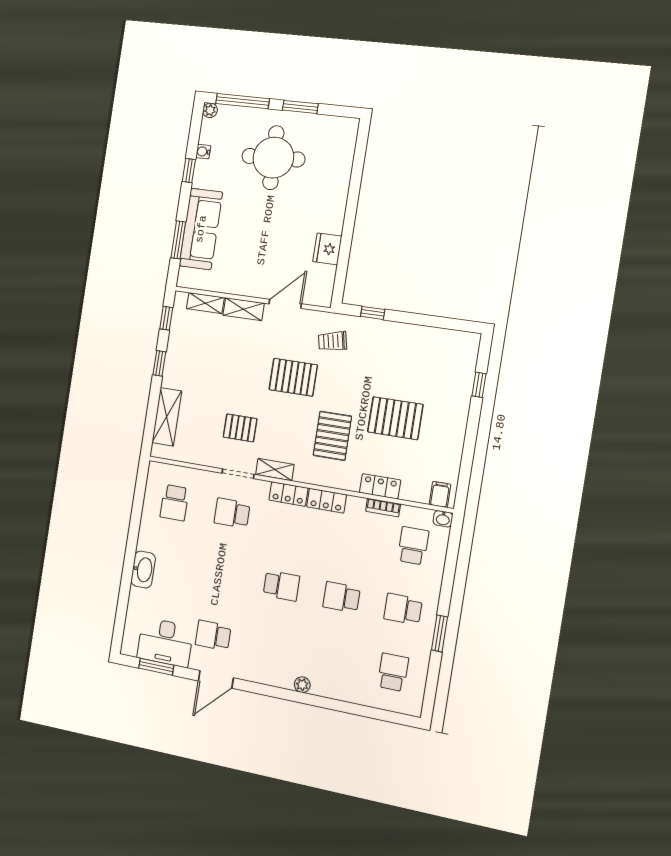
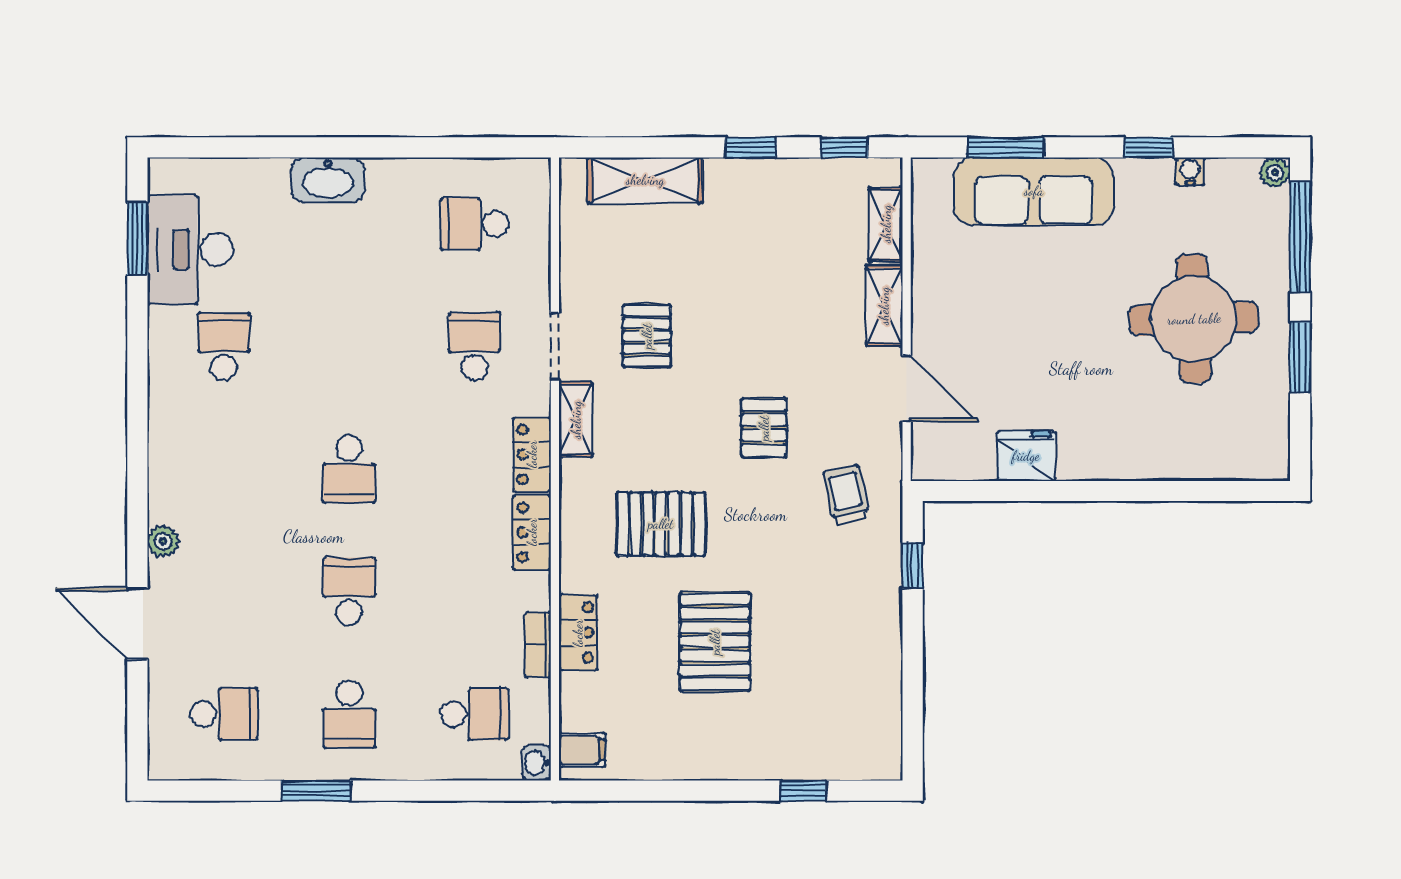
pallet: (293, 377) -> (764, 428), width x0.67, depth x0.71
school desk: (403, 609) -> (349, 714), turned 180
door: (216, 679) -> (137, 624), moved

